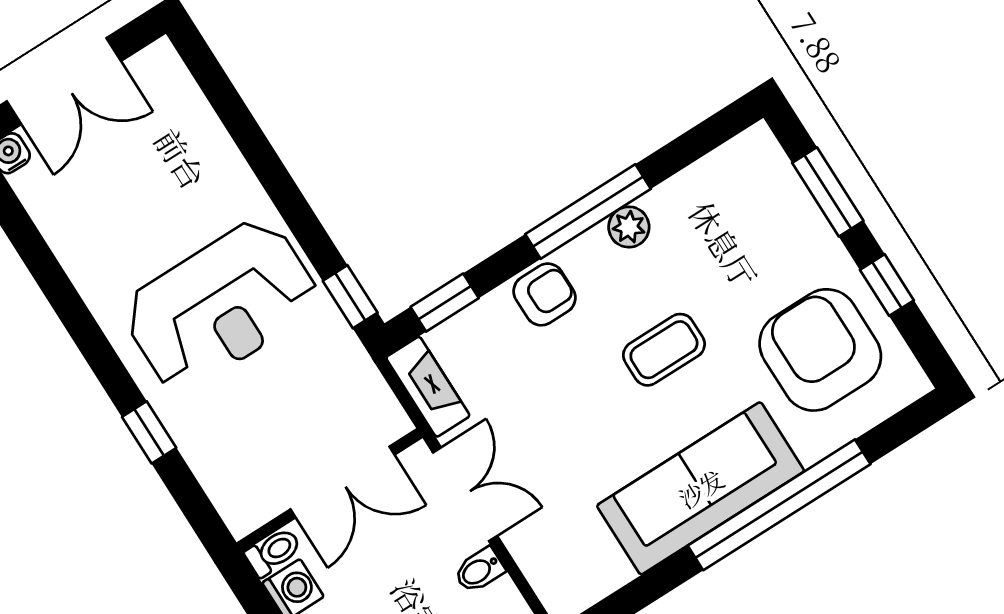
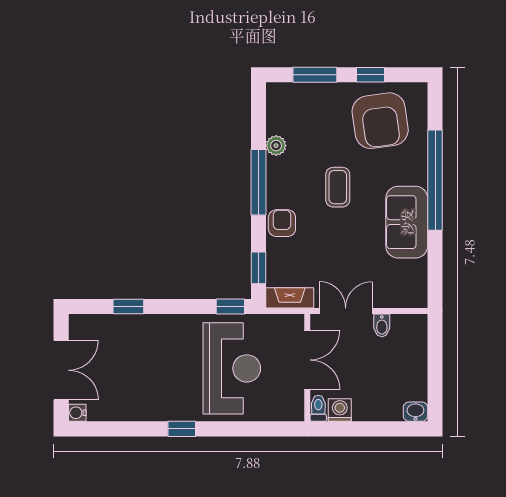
window: (242, 126) -> (128, 307), added
plant: (629, 227) -> (276, 146), moved
reception desk: (221, 305) -> (232, 368), moved
armchair: (820, 350) -> (380, 121), turned -98
window: (149, 432) -> (182, 429), moved
sofa: (701, 488) -> (407, 222), width x0.73

